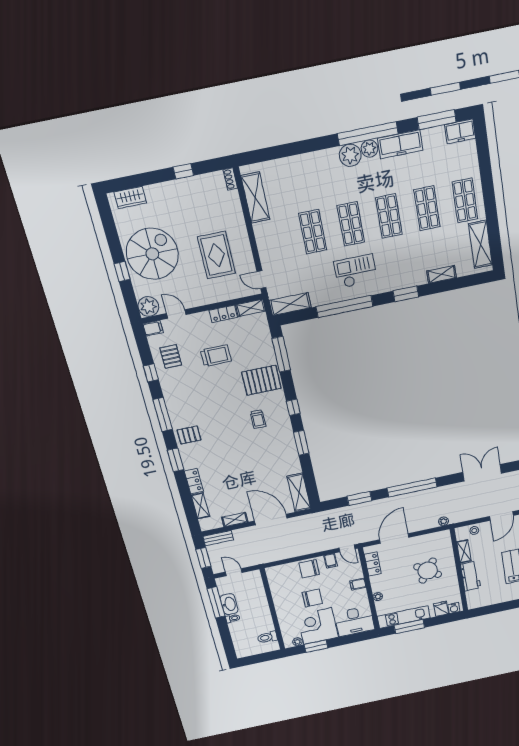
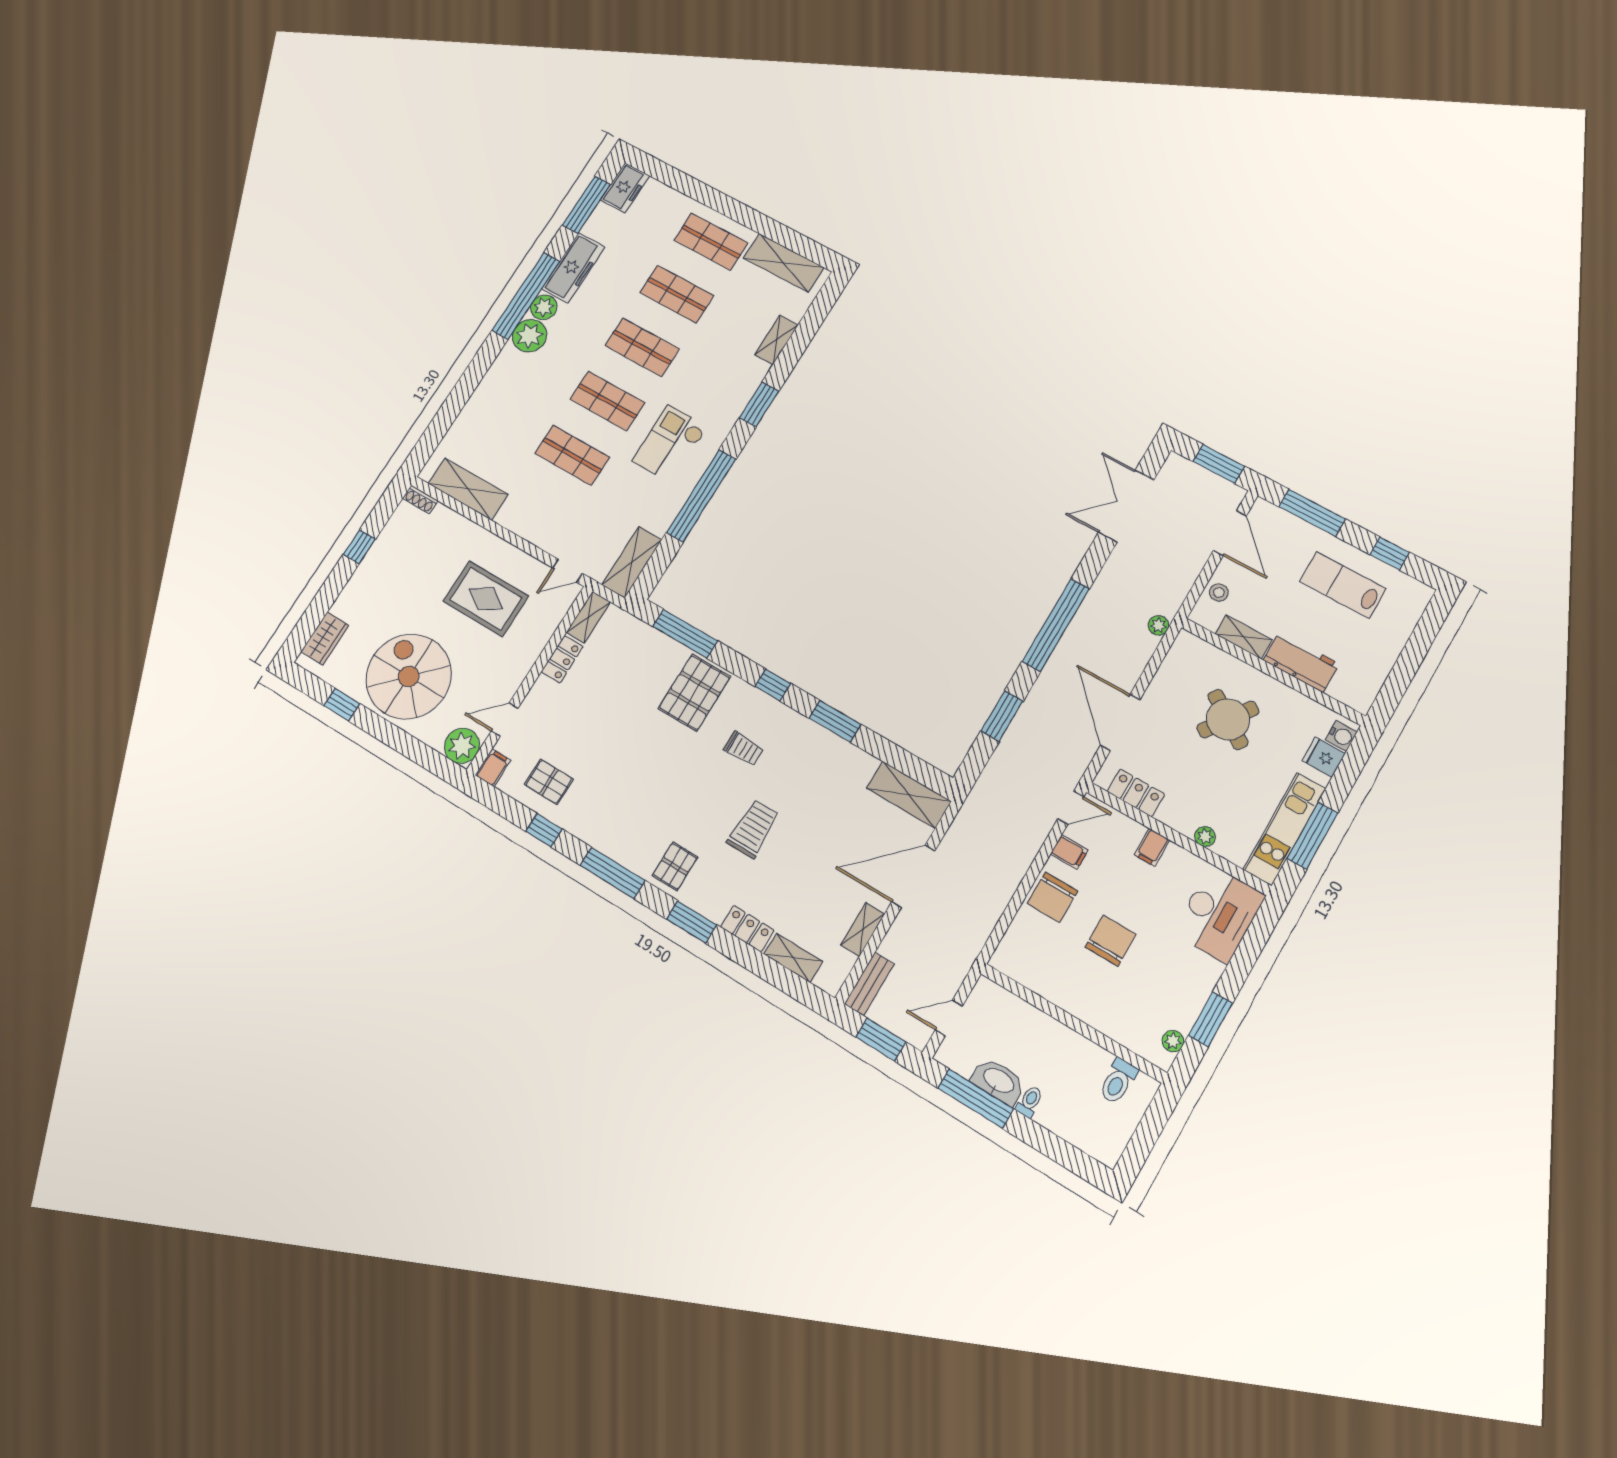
window: (122, 272) -> (342, 705), moved
trolley: (216, 356) -> (753, 829), moved
corner desk: (318, 626) -> (1173, 981), removed

